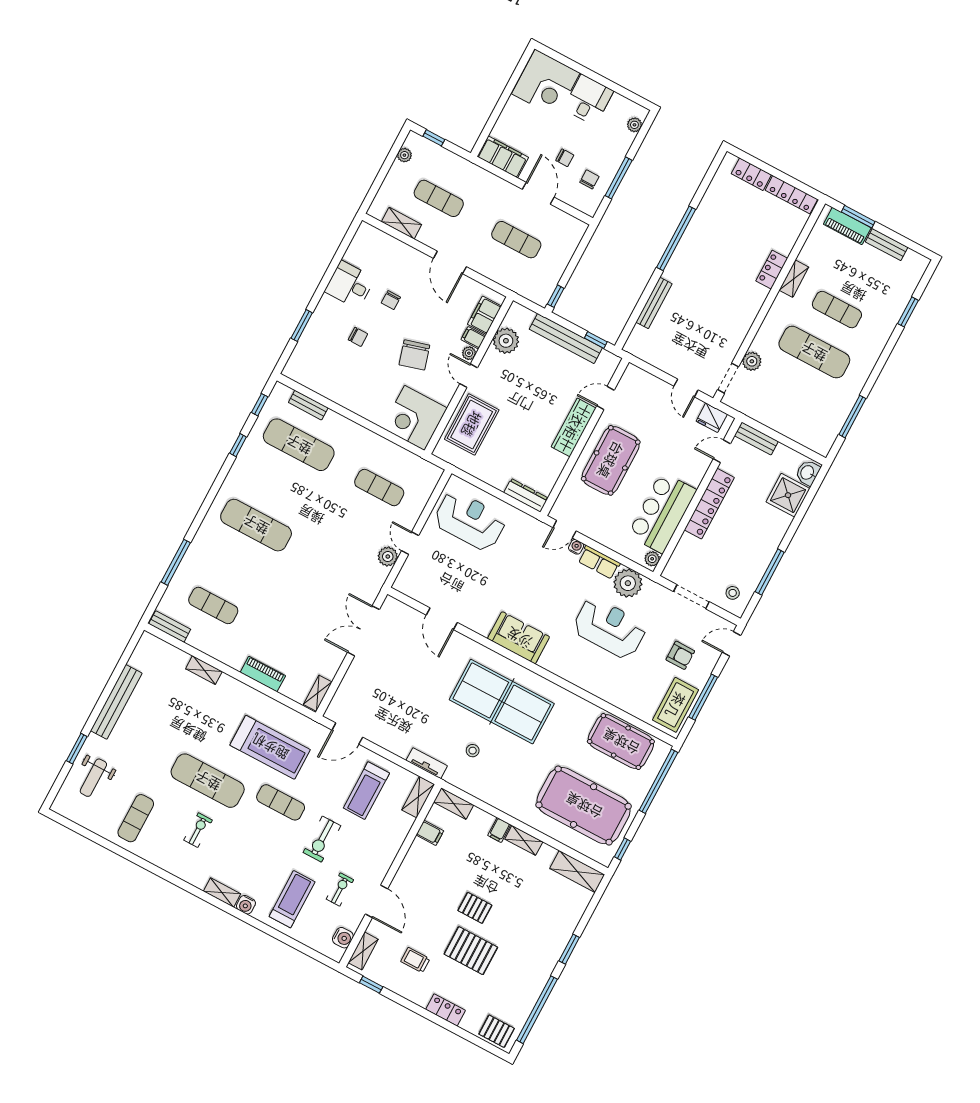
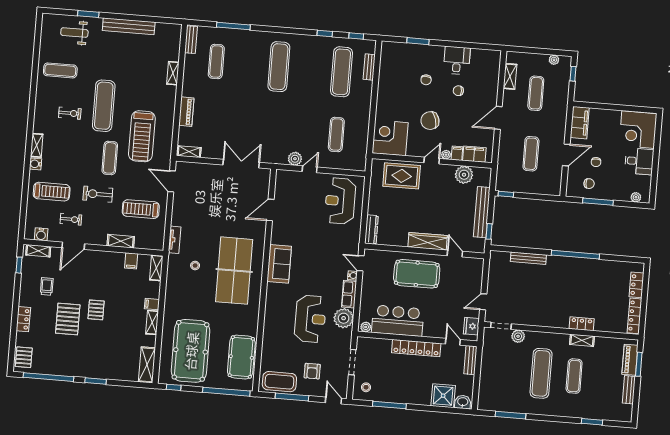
reception desk: (470, 521) -> (340, 201), turned 180
shelving: (418, 797) -> (121, 241), moved

